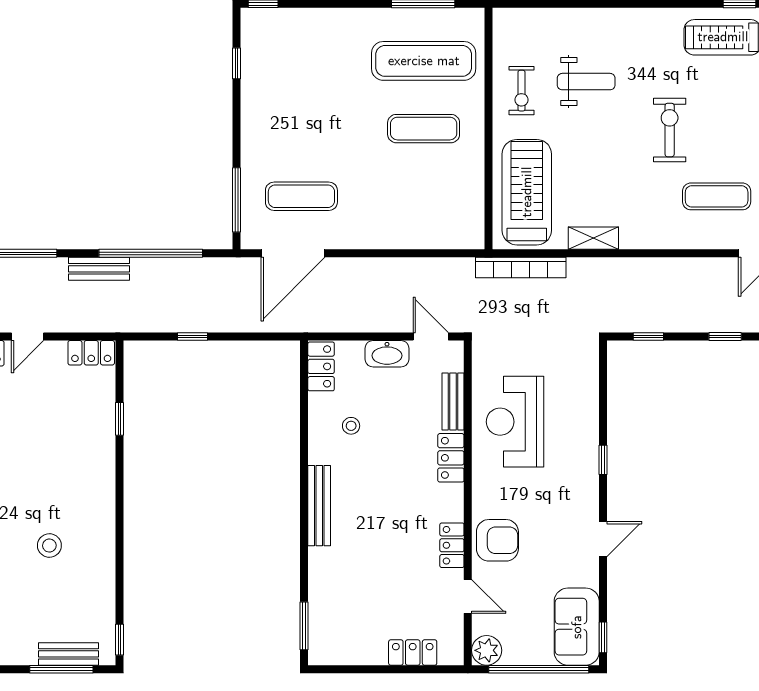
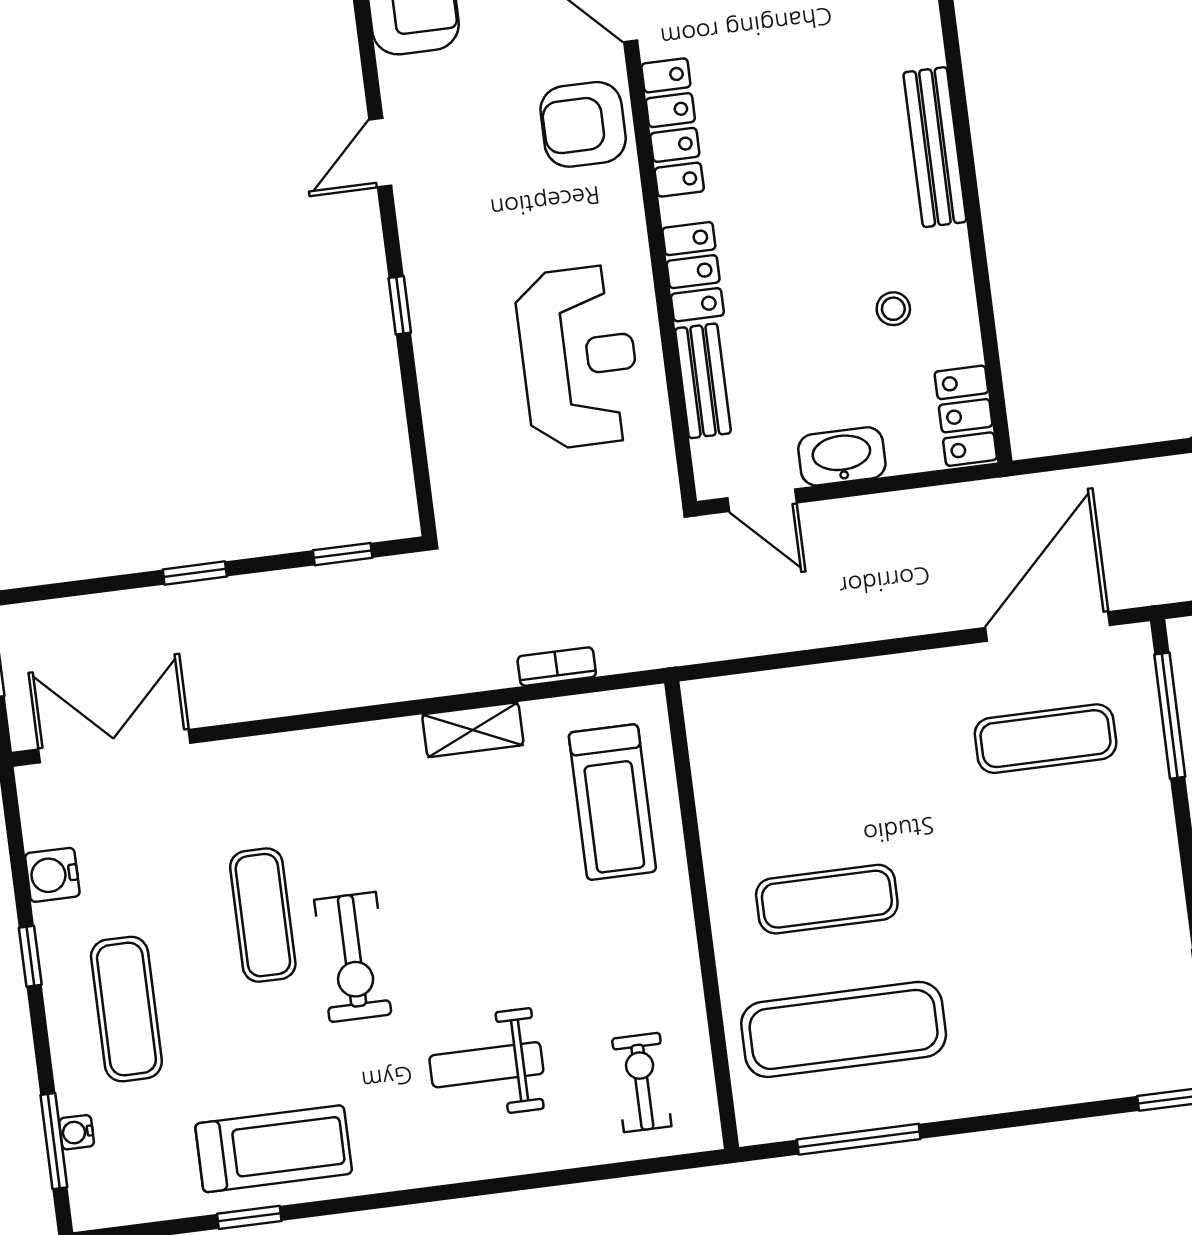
weight bench: (586, 82) -> (486, 1065), moved
exercise bike: (521, 91) -> (642, 1082), moved
treadmill: (527, 192) -> (612, 802), width x0.73, depth x0.73
exercise mat: (717, 196) -> (263, 915), moved, turned 90
bookcase: (521, 267) -> (557, 667), width x0.43, depth x0.76
locker: (452, 545) -> (673, 128), width x1.53

